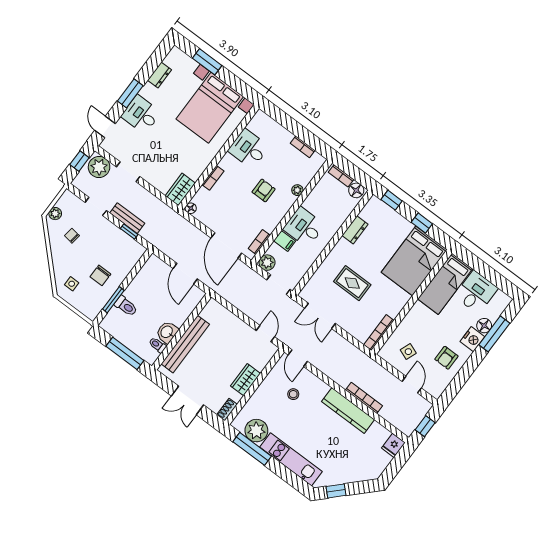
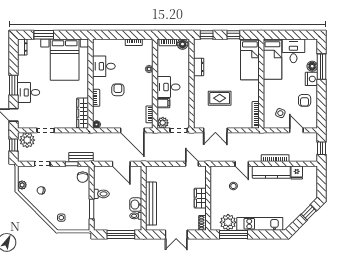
dresser: (160, 75) -> (22, 47), moved
wardrobe: (180, 189) -> (83, 113), width x1.50
armchair: (264, 190) -> (118, 90), moved
bench: (127, 218) -> (81, 157), moved
bed: (414, 261) -> (250, 59), width x0.67
chair: (100, 275) -> (83, 177), moved
toilet: (126, 306) -> (101, 194), moved
door: (298, 358) -> (242, 164), moved
fridge: (393, 445) -> (297, 172), moved
window: (336, 491) -> (309, 212), moved

